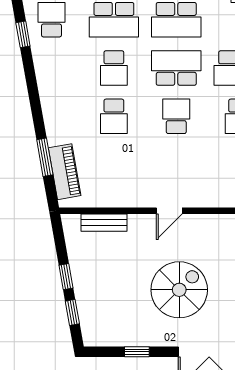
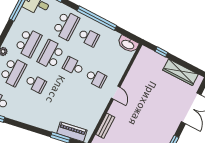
school desk: (114, 116) -> (96, 78), moved
spiral stairs: (179, 290) -> (155, 107), removed

